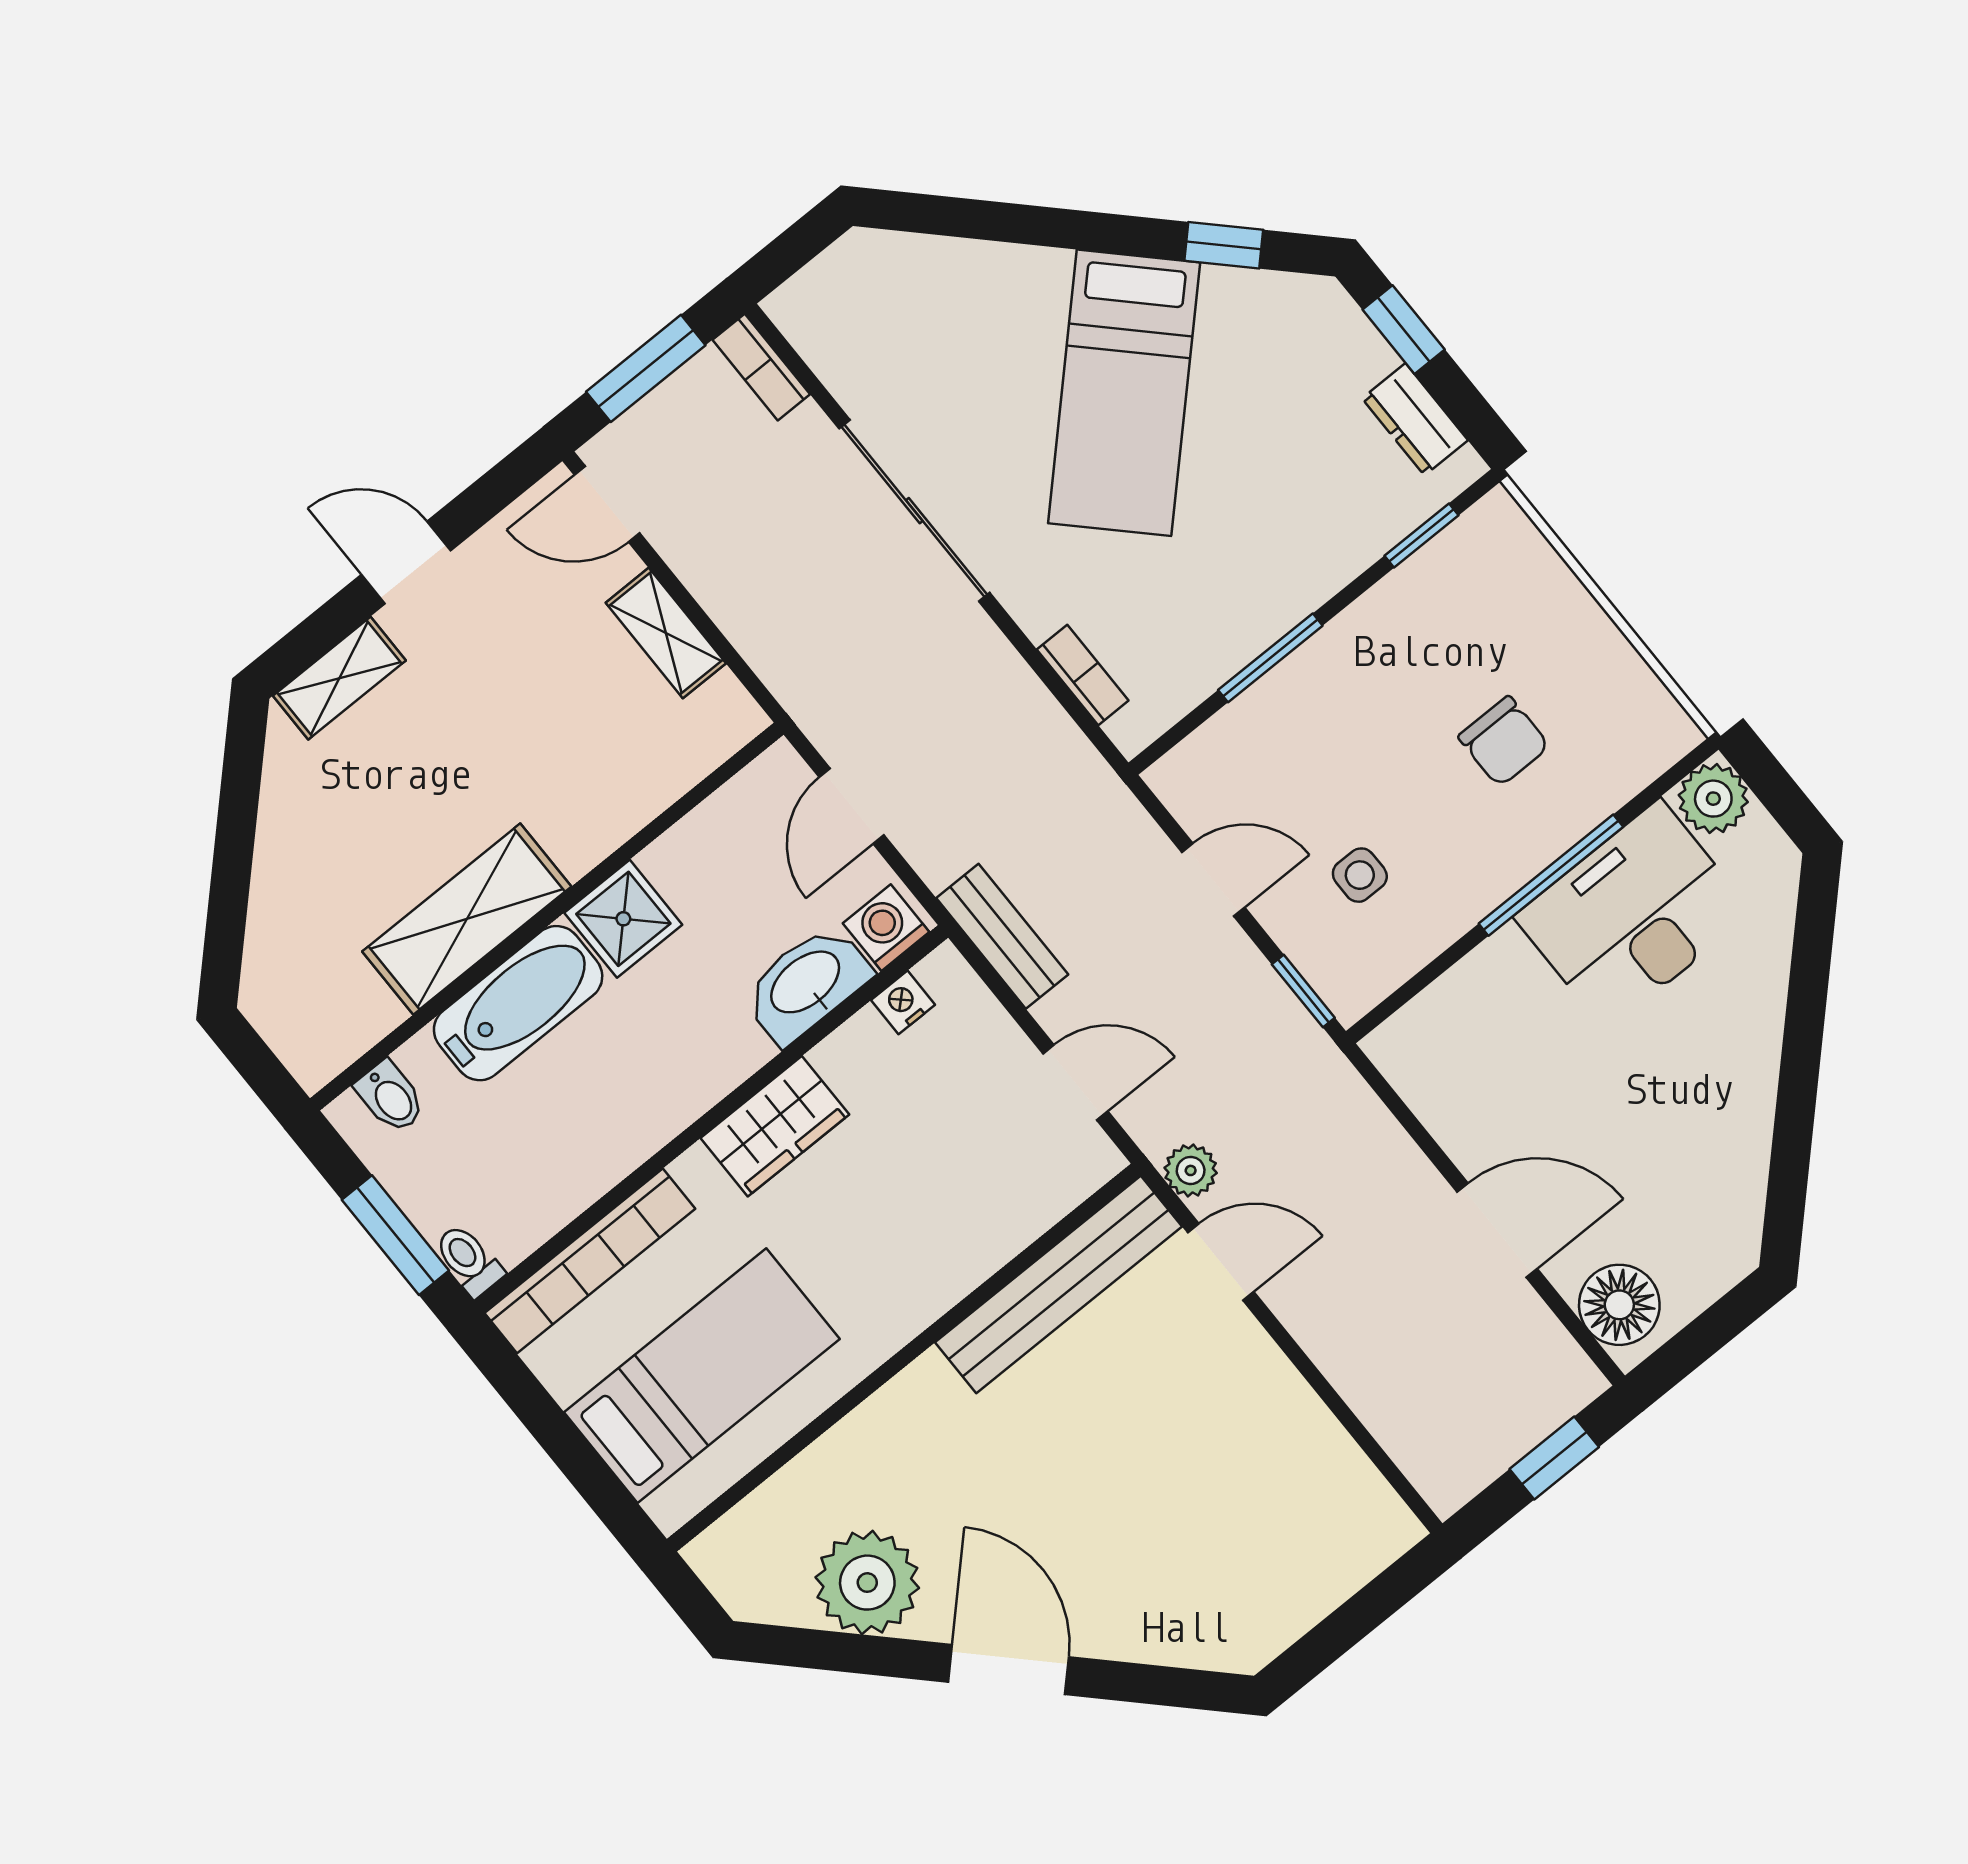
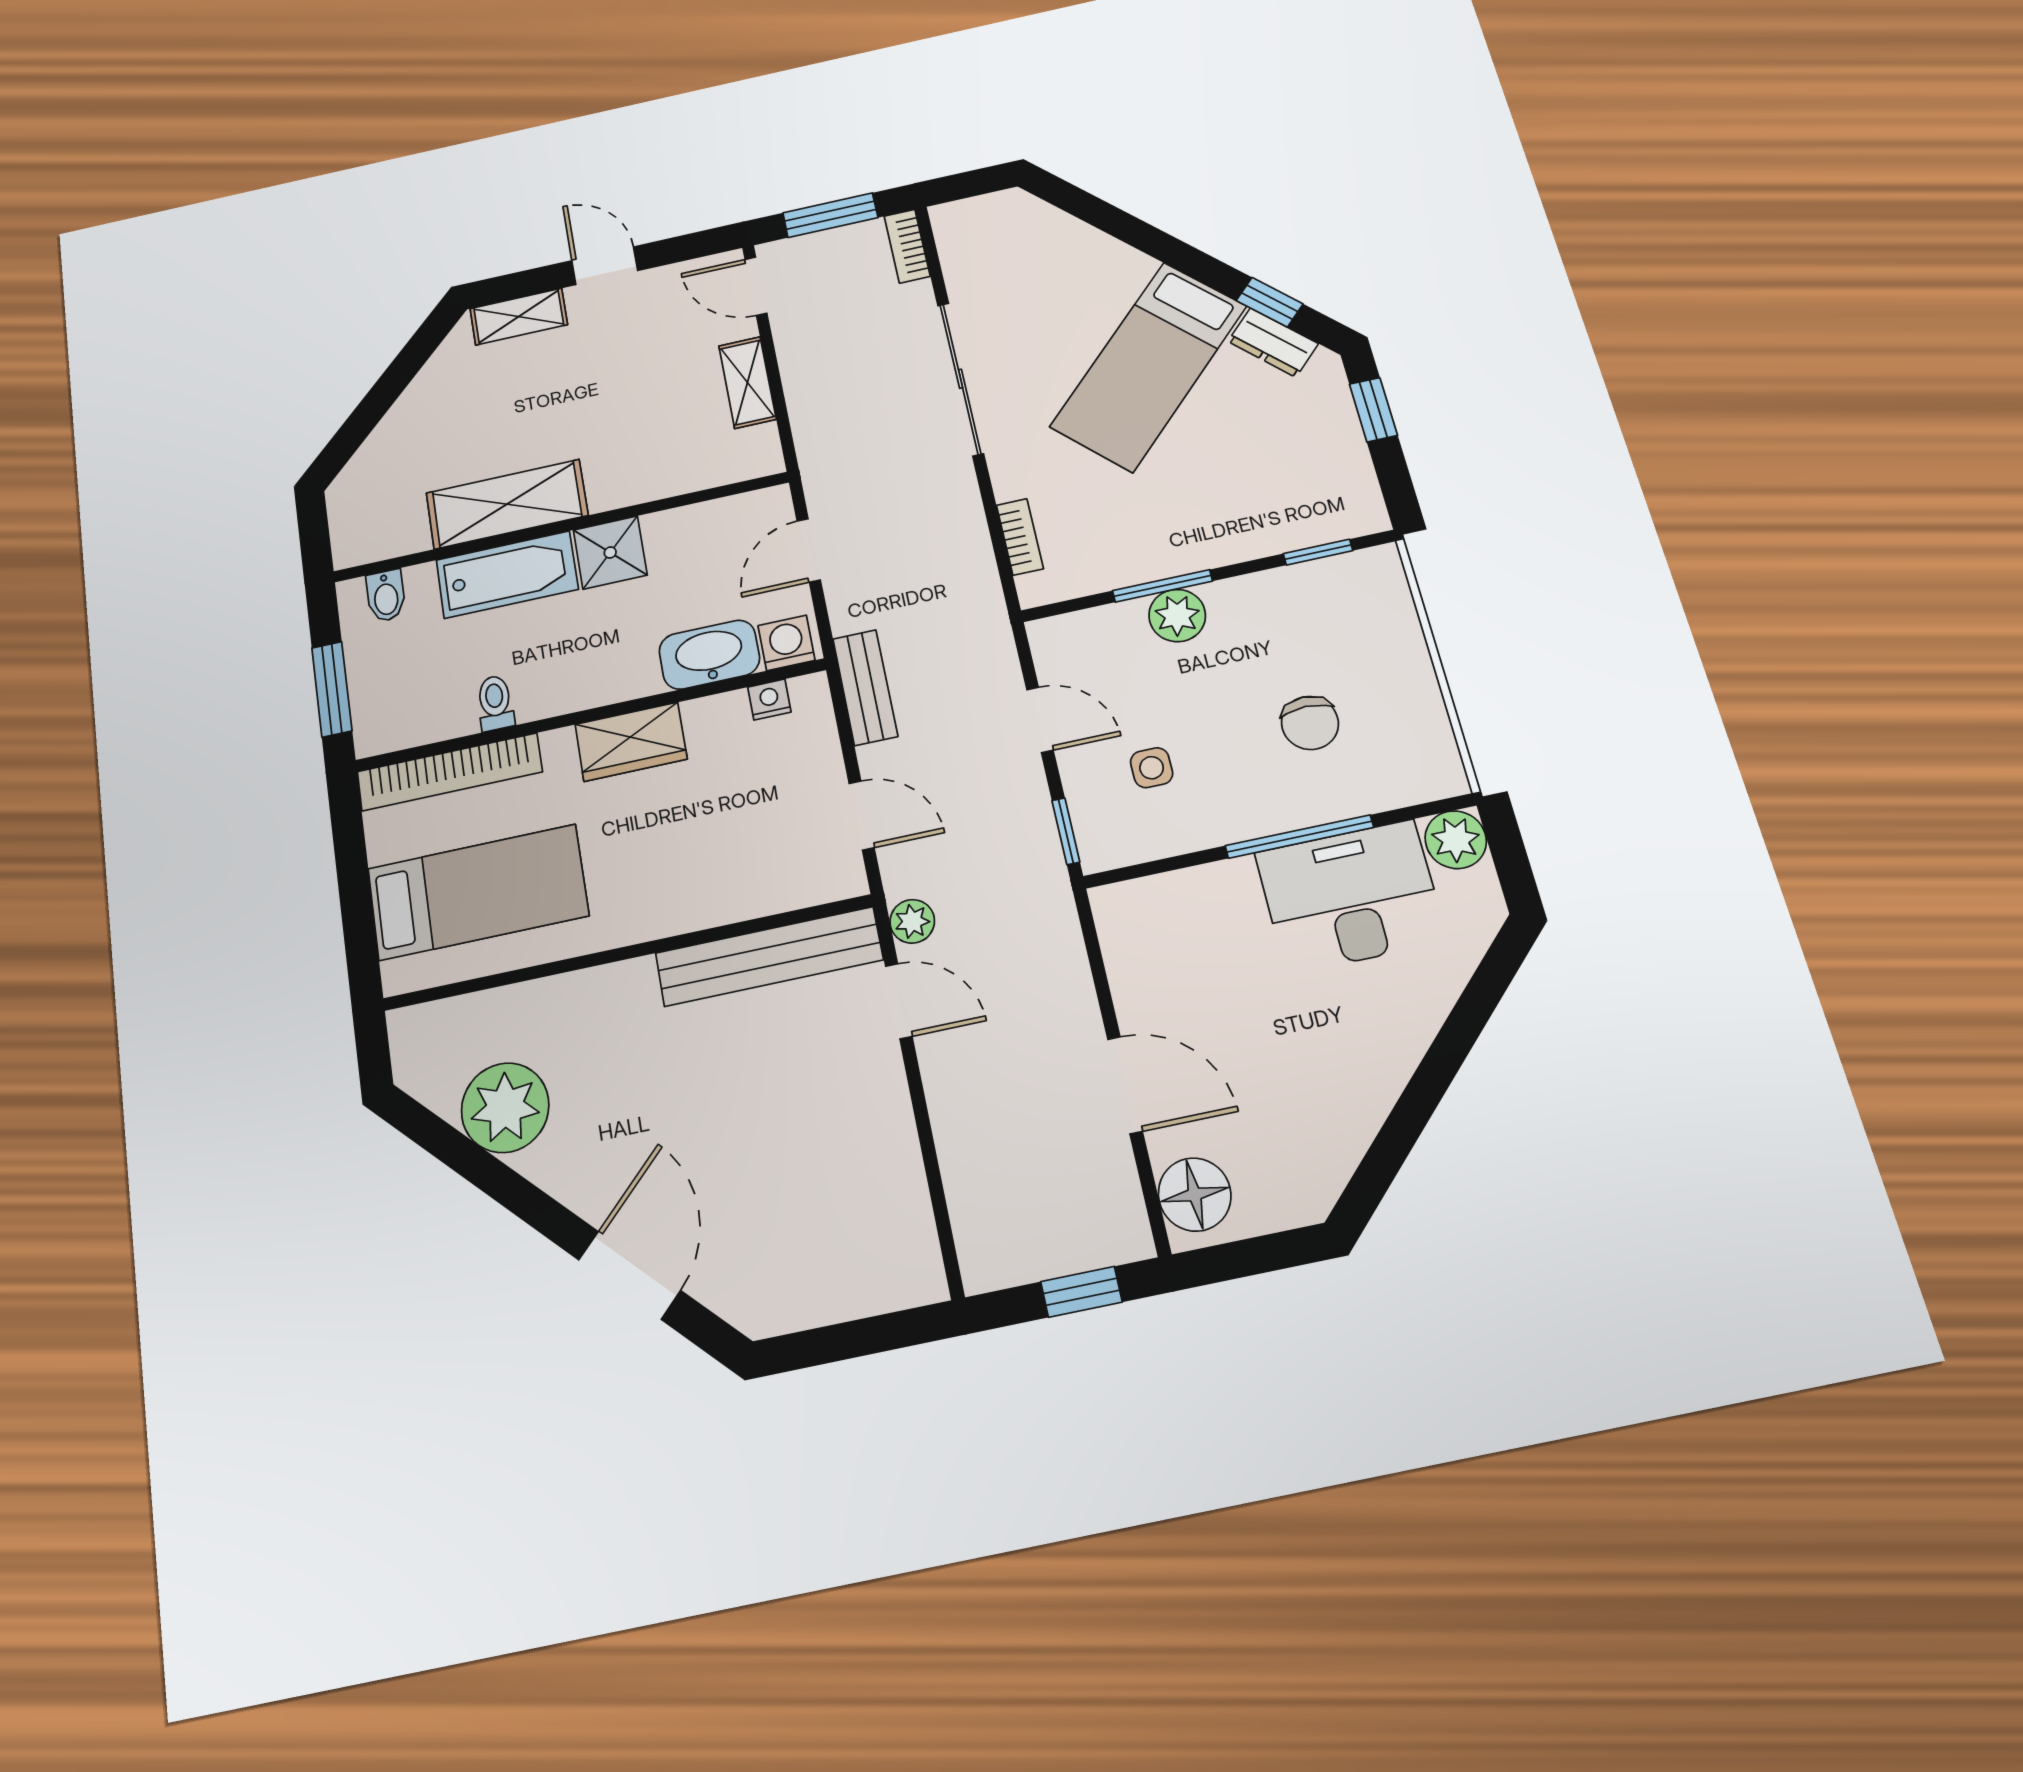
dresser: (1415, 419) -> (1273, 342), moved, turned -45
plant: (1303, 685) -> (1177, 615), added
toilet: (469, 1260) -> (495, 703), moved
door: (1009, 1669) -> (629, 1275), moved

